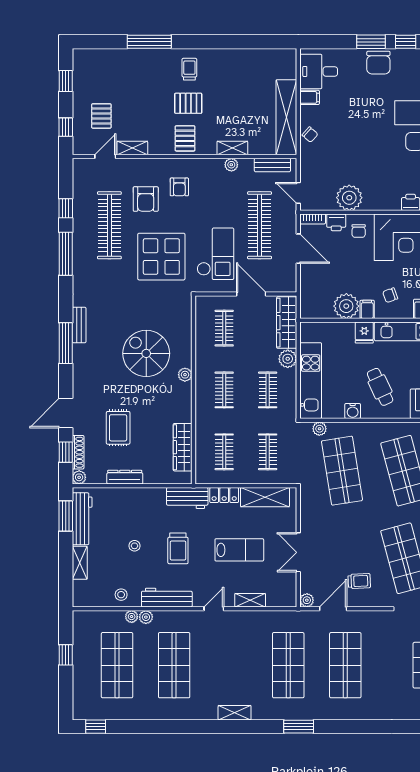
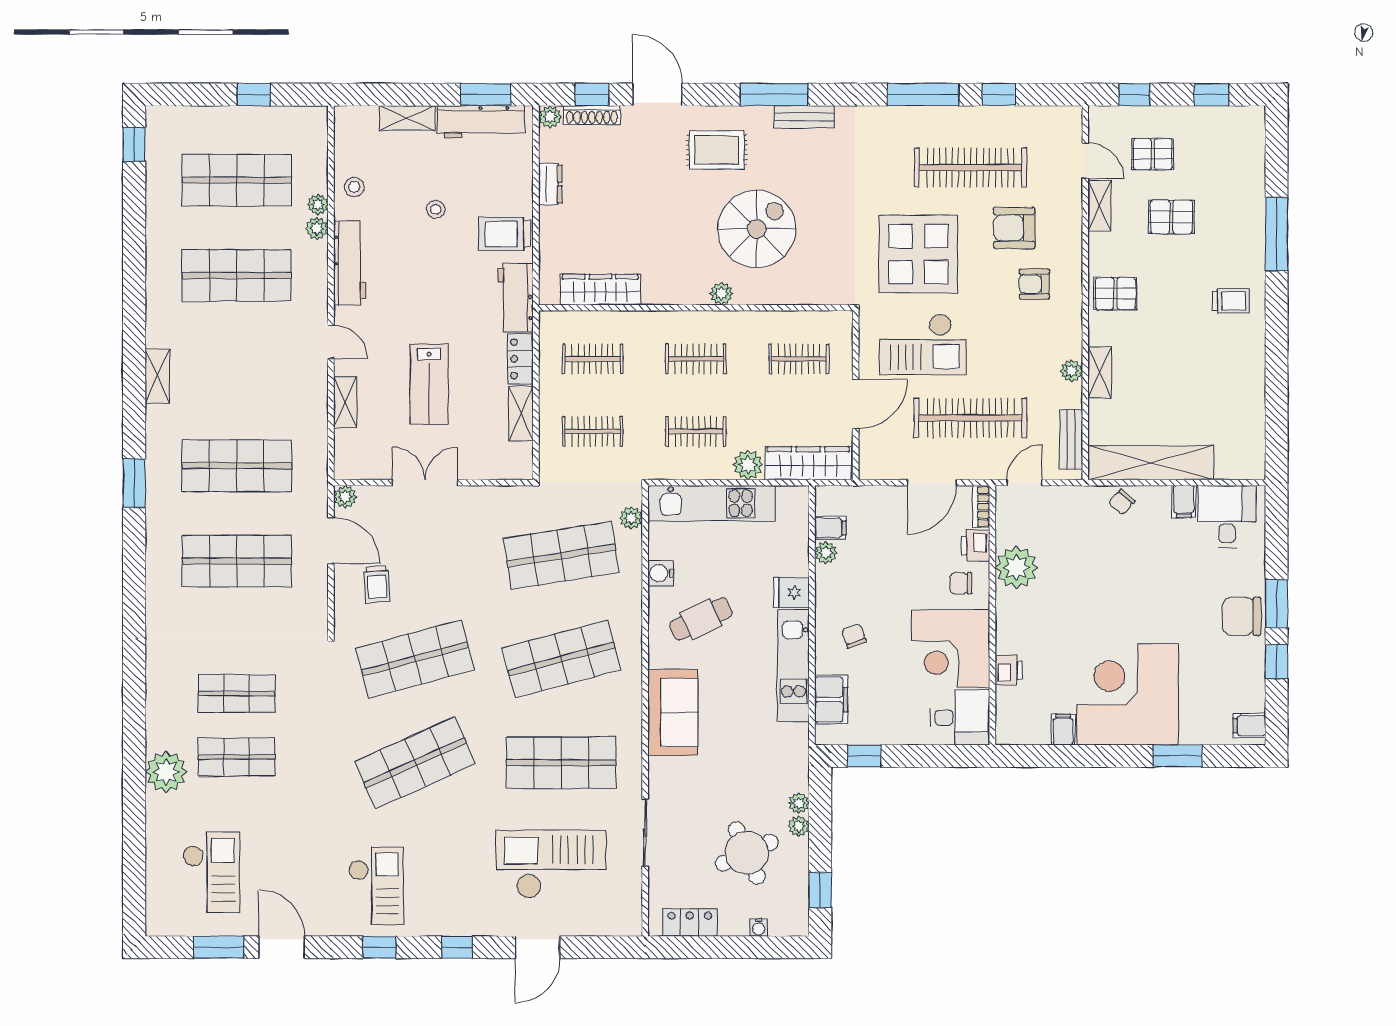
pallet: (188, 103) -> (1171, 217), moved, turned 90
plant: (346, 306) -> (826, 553), width x0.53, depth x0.53
filing cabinet: (367, 309) -> (830, 528), moved
rug: (118, 428) -> (717, 150), moved
dresser: (125, 477) -> (550, 184), width x0.70
shelving: (265, 497) -> (521, 413), width x0.67, depth x0.75
trolley: (178, 548) -> (505, 234), moved

